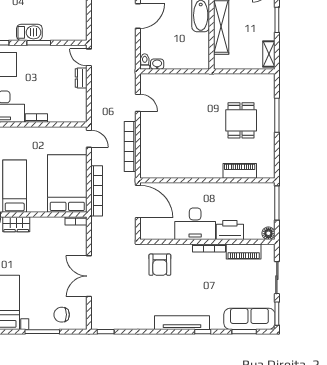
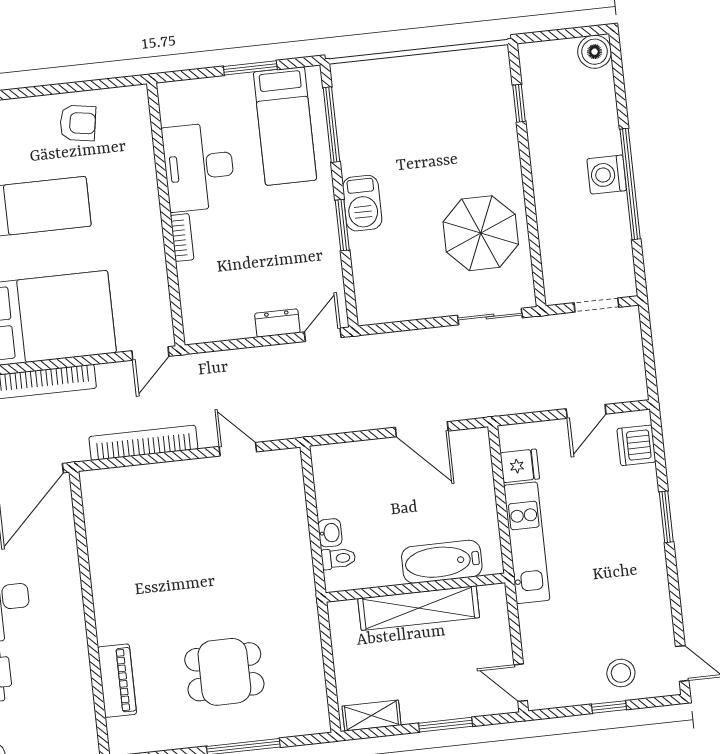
toilet: (145, 61) -> (338, 558), moved
washbasin: (157, 64) -> (330, 533), moved
door: (138, 103) -> (238, 449), swing flipped

